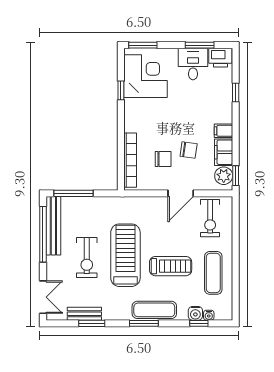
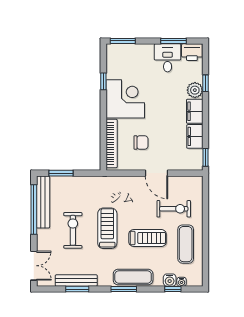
corner desk: (146, 76) -> (125, 99), moved
filing cabinet: (223, 131) -> (195, 111), width x2.00
chair: (189, 150) -> (164, 134), removed
plant: (224, 176) -> (195, 90), moved
window: (73, 193) -> (61, 173), width x0.69
door: (181, 193) -> (157, 173), hinge flipped
exercise bike: (210, 218) -> (174, 209), moved, turned -90
treadmill: (125, 255) -> (107, 228), width x0.73, depth x0.73
exercise bike: (87, 258) -> (73, 230), turned 180
bench: (84, 314) -> (76, 280), width x1.36

